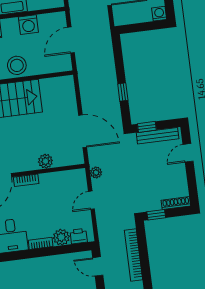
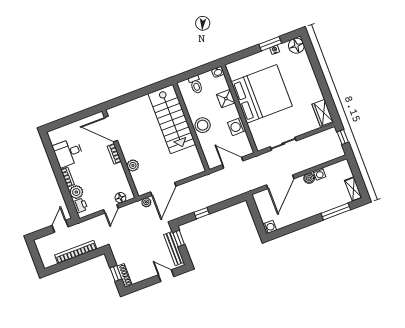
plant: (96, 173) -> (146, 202), moved
floor lamp: (81, 185) -> (120, 198), added
door: (91, 200) -> (111, 209), swing flipped
window: (156, 215) -> (116, 273), moved

